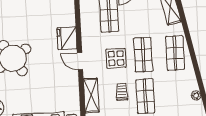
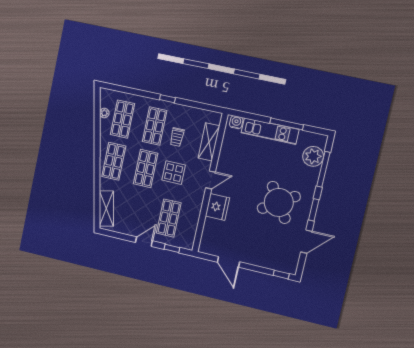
door: (80, 61) -> (211, 180), hinge flipped
shop shelf: (177, 94) -> (123, 119), added

